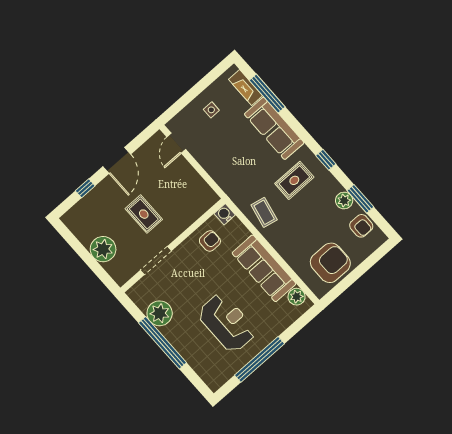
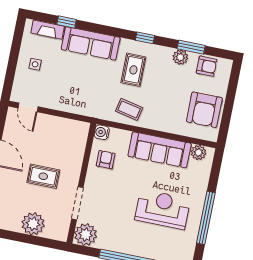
window: (267, 94) -> (67, 22), width x0.46
armchair: (330, 263) -> (204, 110), turned 180
plant: (160, 313) -> (86, 235), moved

